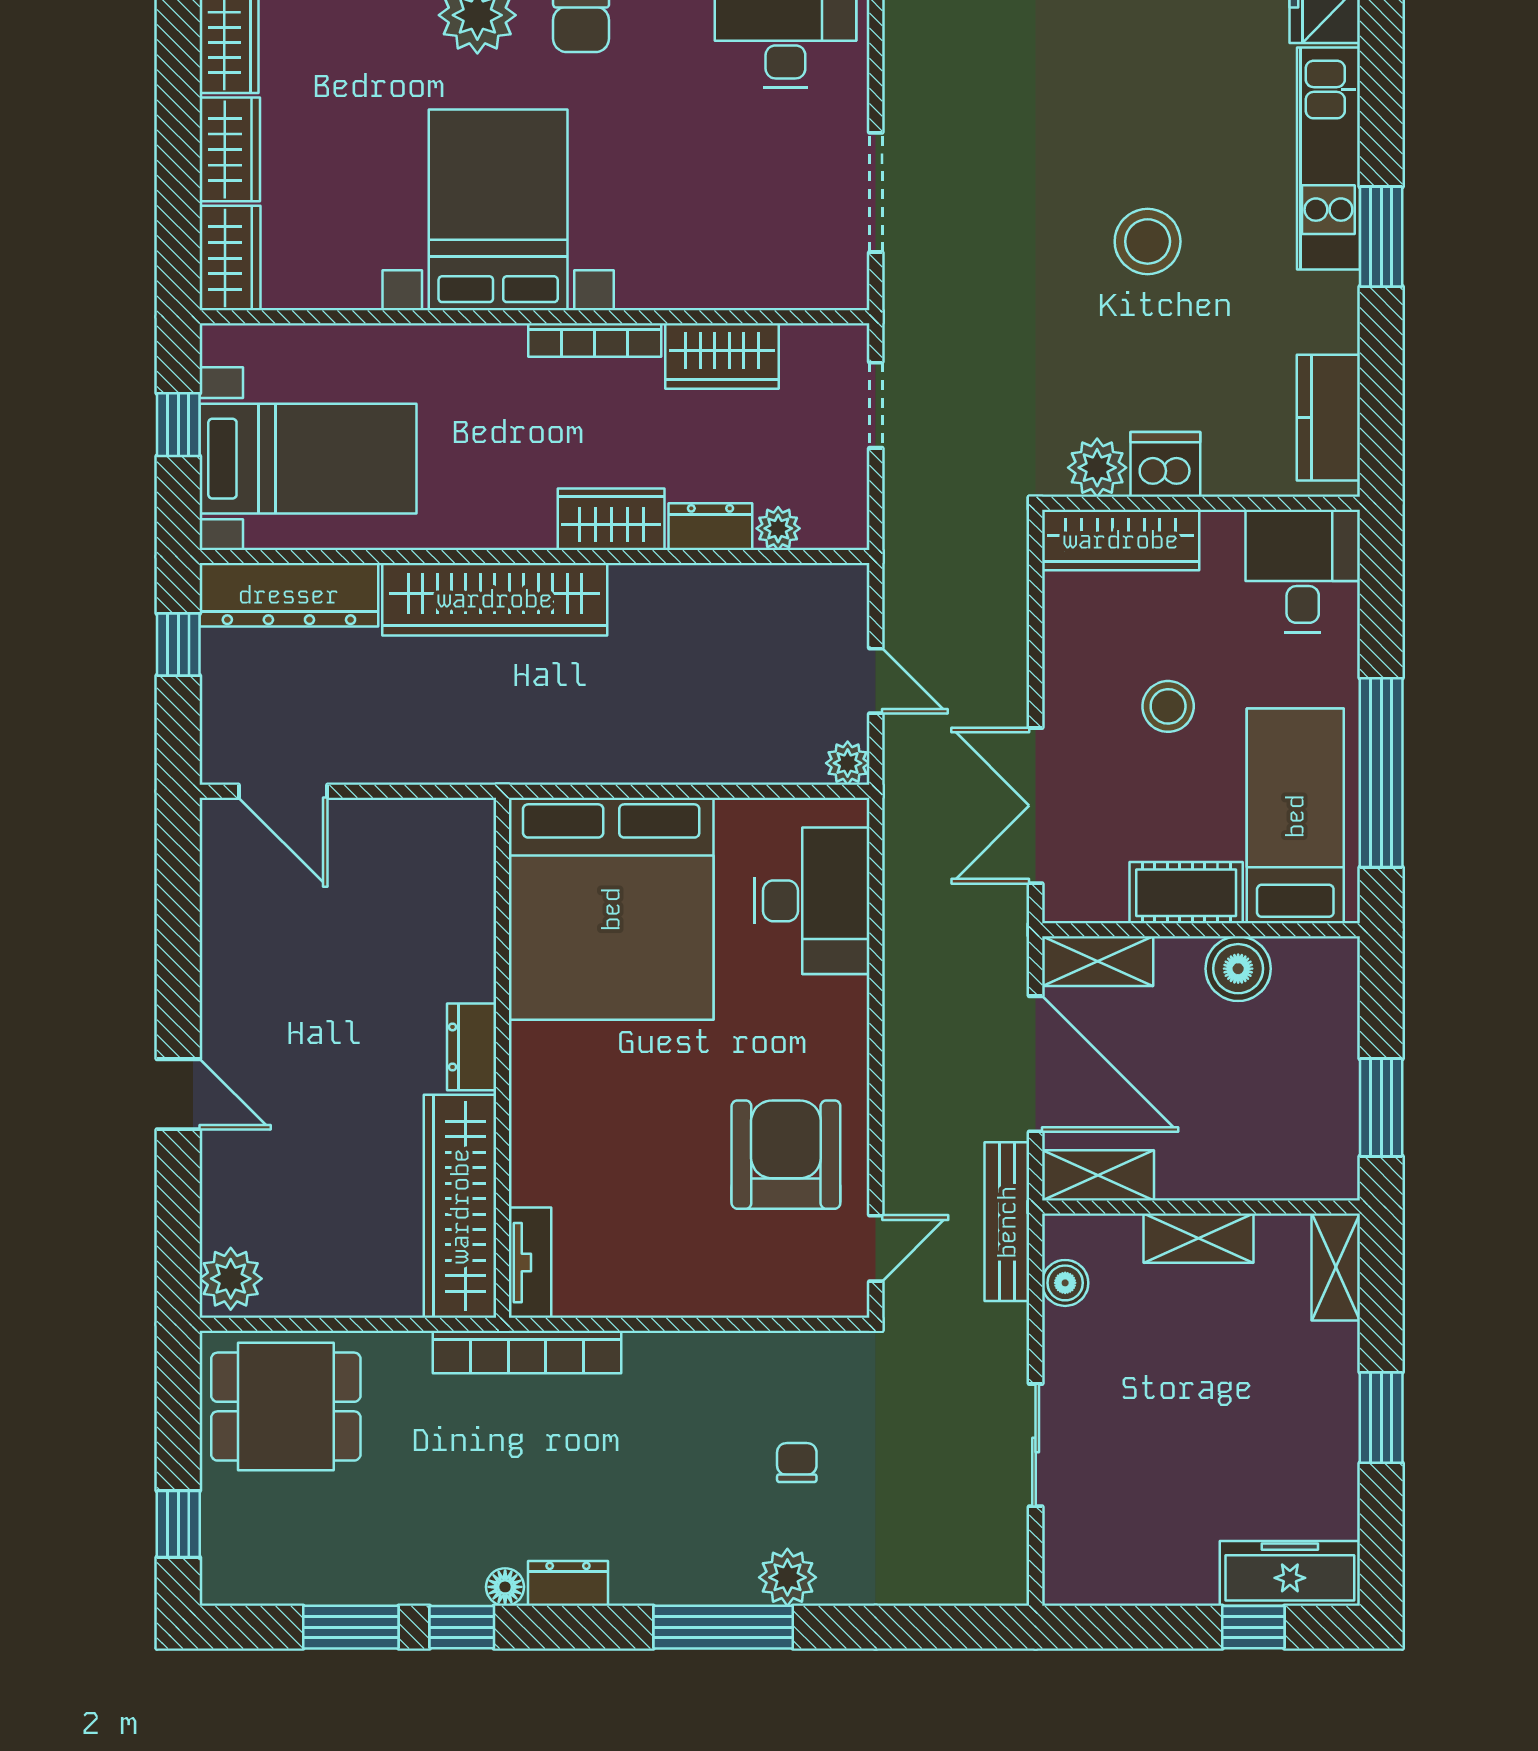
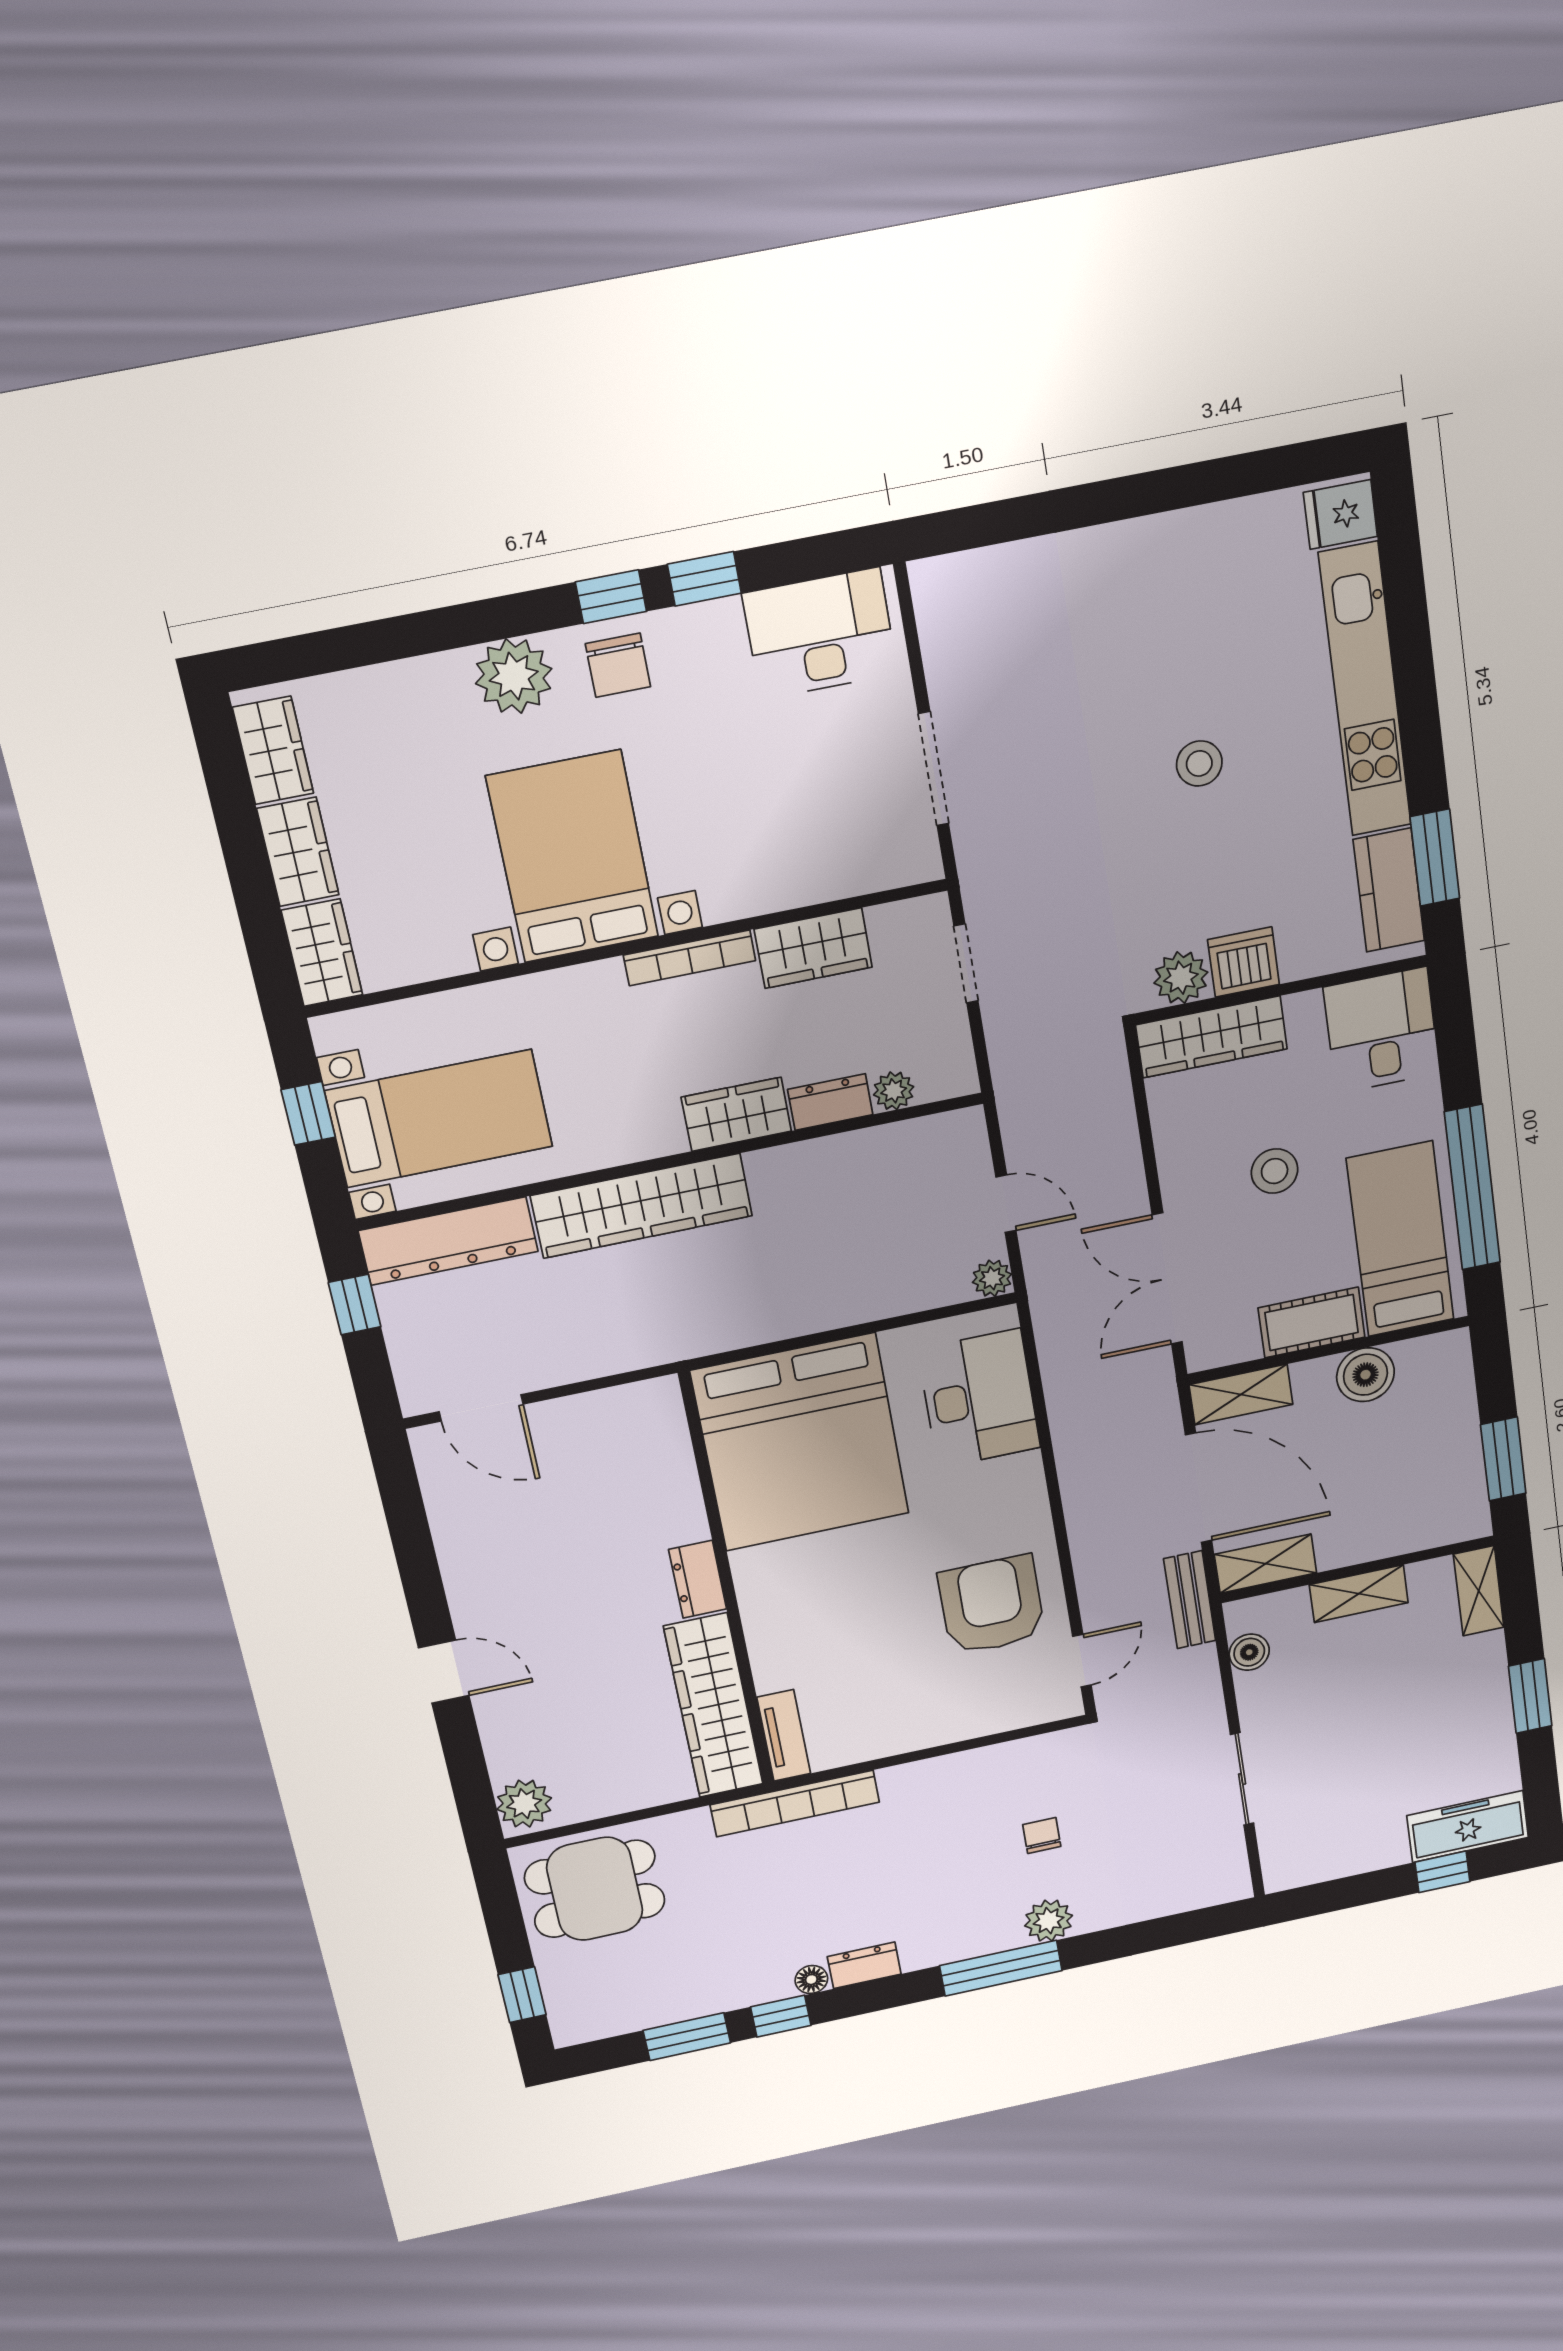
kitchen unit: (1328, 158) -> (1365, 690), width x1.36
window: (1381, 237) -> (1435, 858), moved
stool: (1148, 241) -> (1199, 763), width x0.73, depth x0.73
bench: (1007, 1222) -> (1190, 1600), width x0.73

